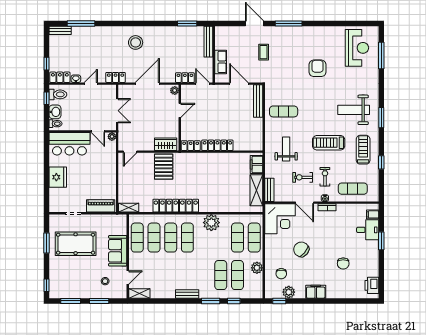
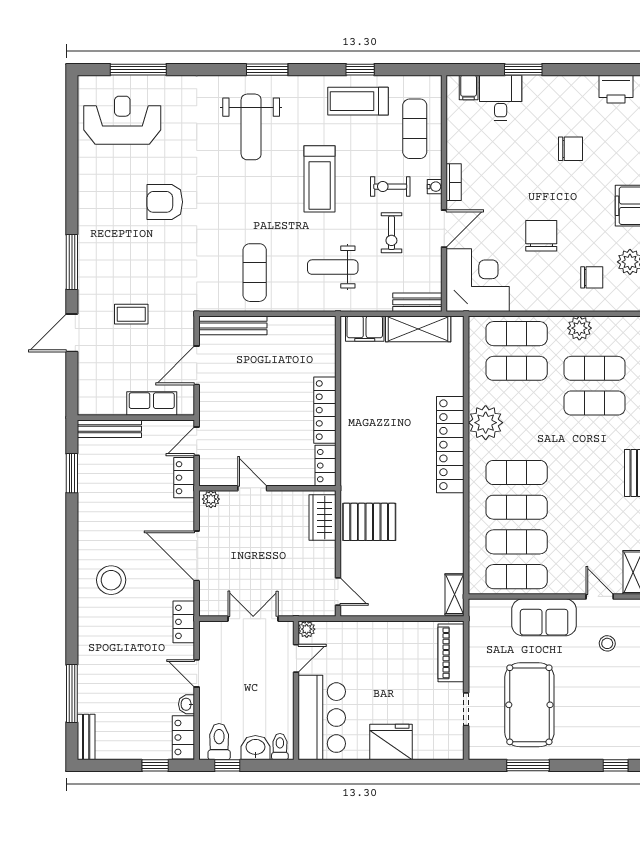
treadmill: (363, 150) -> (358, 101), moved
locker: (176, 206) -> (450, 445), moved
chair: (301, 249) -> (541, 236), turned 140

